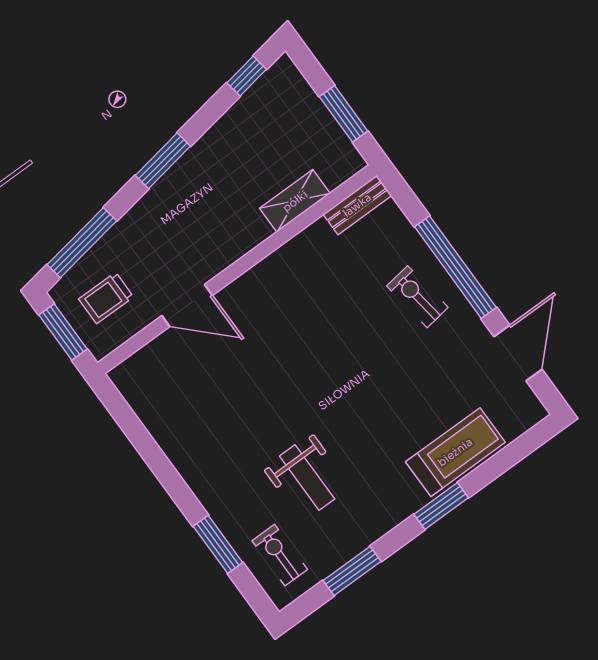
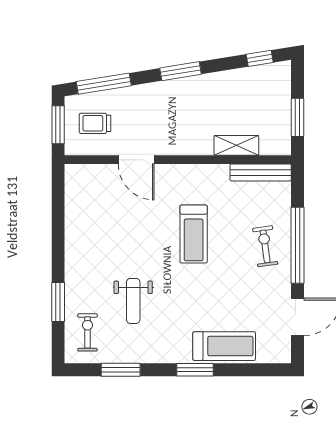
bench: (357, 205) -> (261, 172), width x1.36
treadmill: (321, 345) -> (194, 234), added

